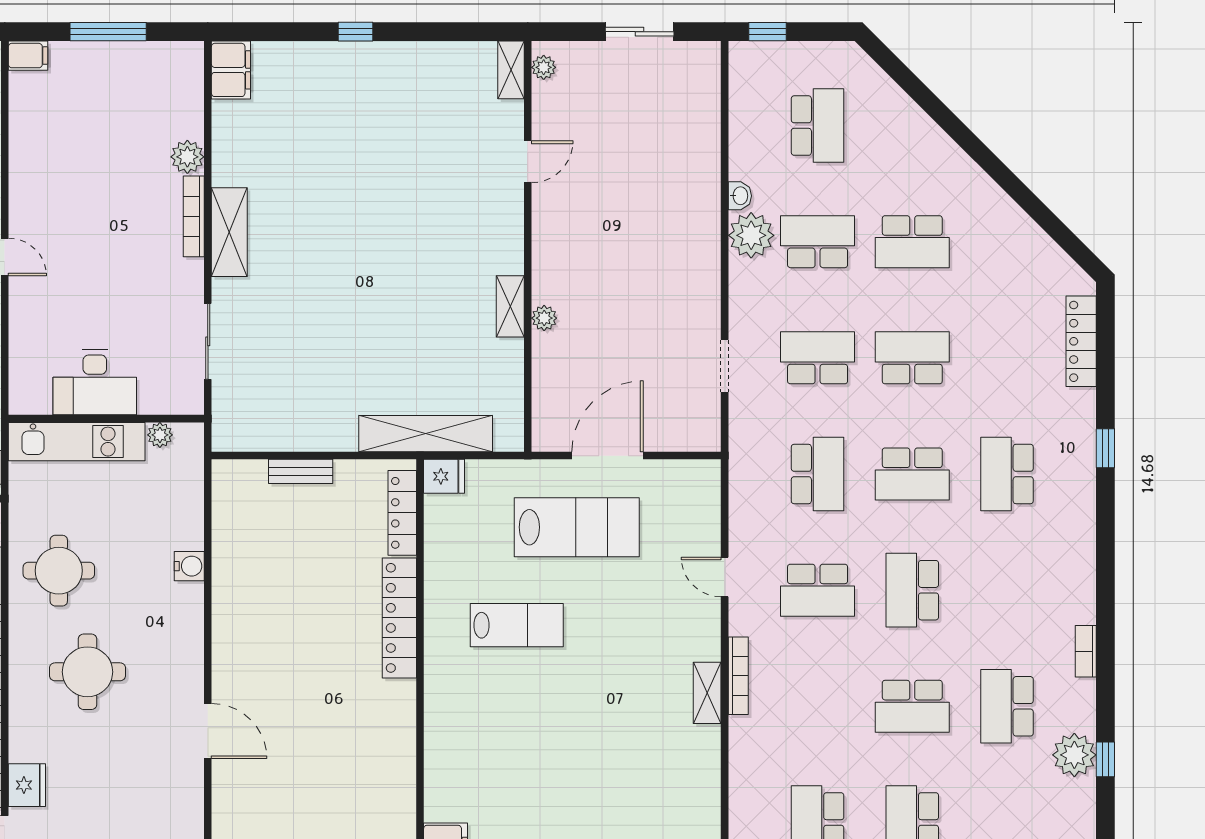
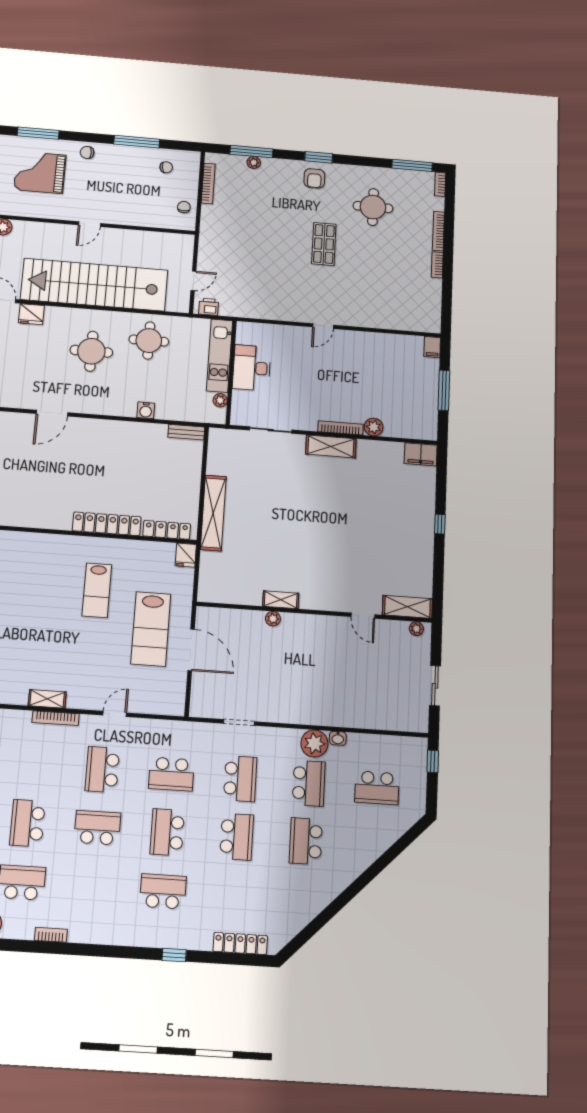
shelving: (511, 70) -> (407, 607), width x1.50, depth x1.33
shelving: (426, 434) -> (213, 513), moved
bench: (301, 471) -> (186, 432), moved, turned 90

